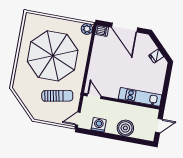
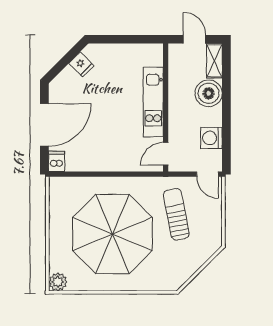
plant: (87, 29) -> (58, 282), moved
kitchen unit: (140, 97) -> (153, 102), moved
shelving: (144, 135) -> (214, 61), added

